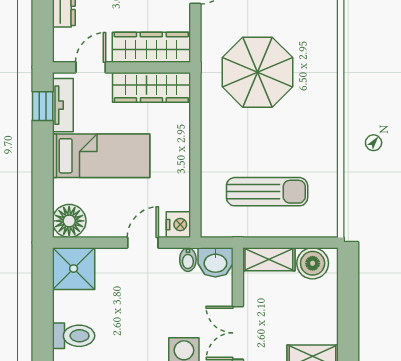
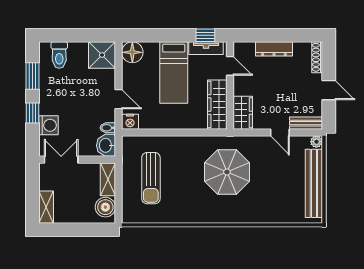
wardrobe: (151, 47) -> (243, 113), width x0.67

